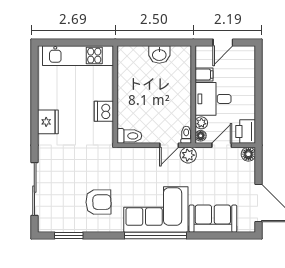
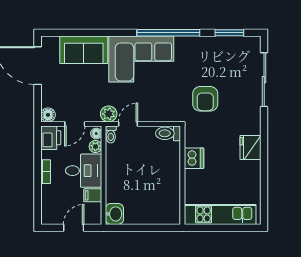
washbasin: (159, 55) -> (114, 214), moved, turned 90
bookcase: (251, 98) -> (46, 172), added
armchair: (98, 202) -> (205, 99), moved, turned -89
window: (156, 235) -> (168, 33), moved

